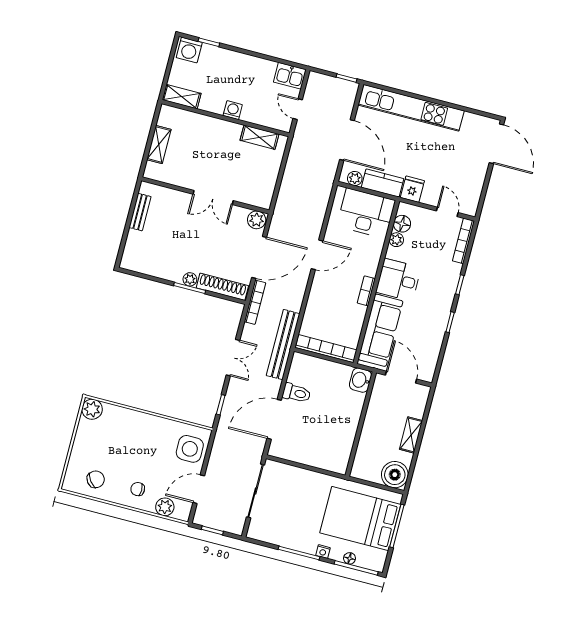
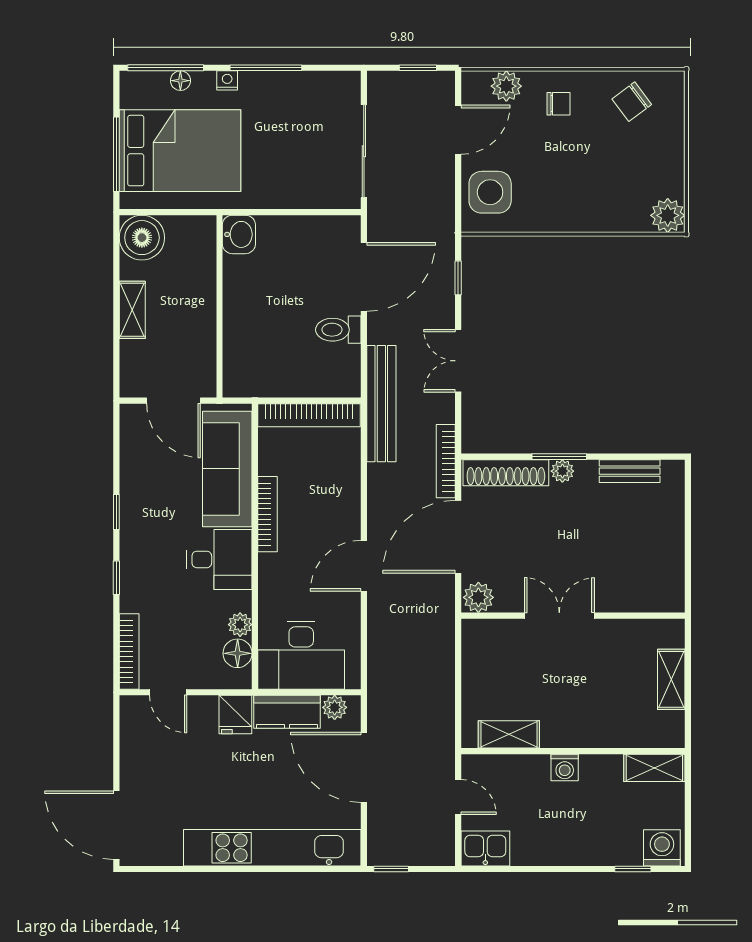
bench: (140, 212) -> (630, 471), moved, turned 90
bookcase: (366, 291) -> (267, 514), width x1.56
washbasin: (360, 380) -> (239, 234), moved

